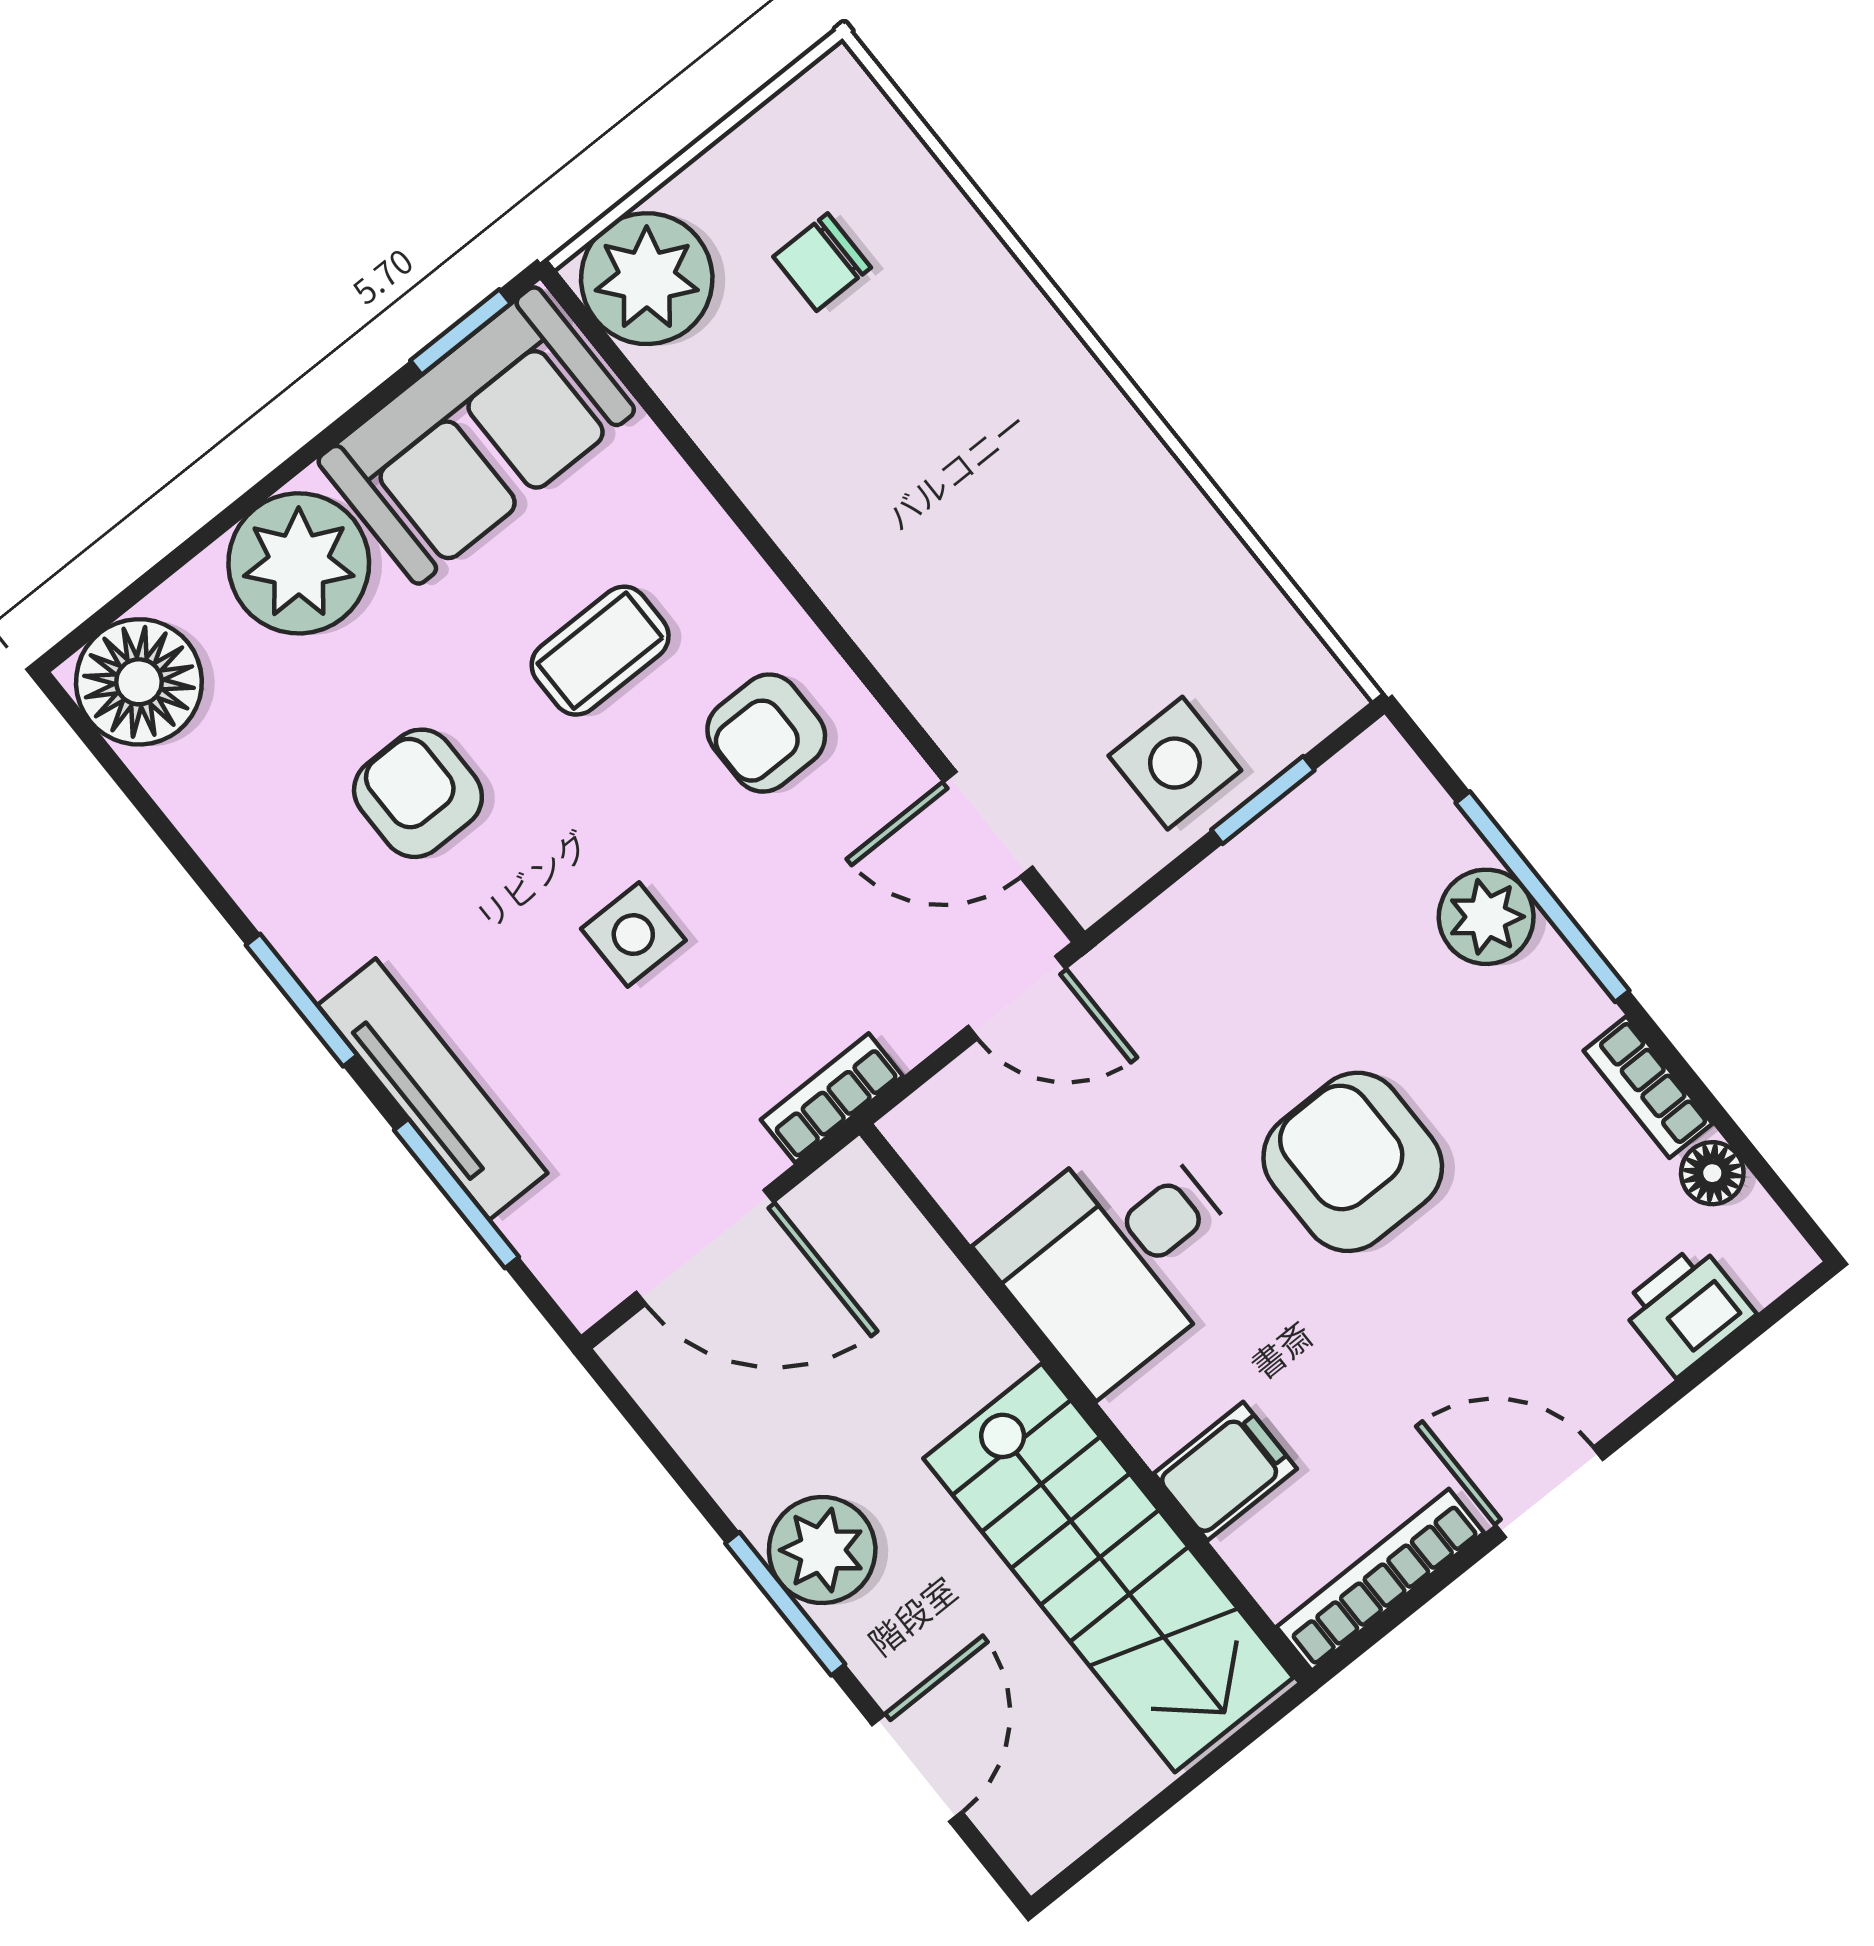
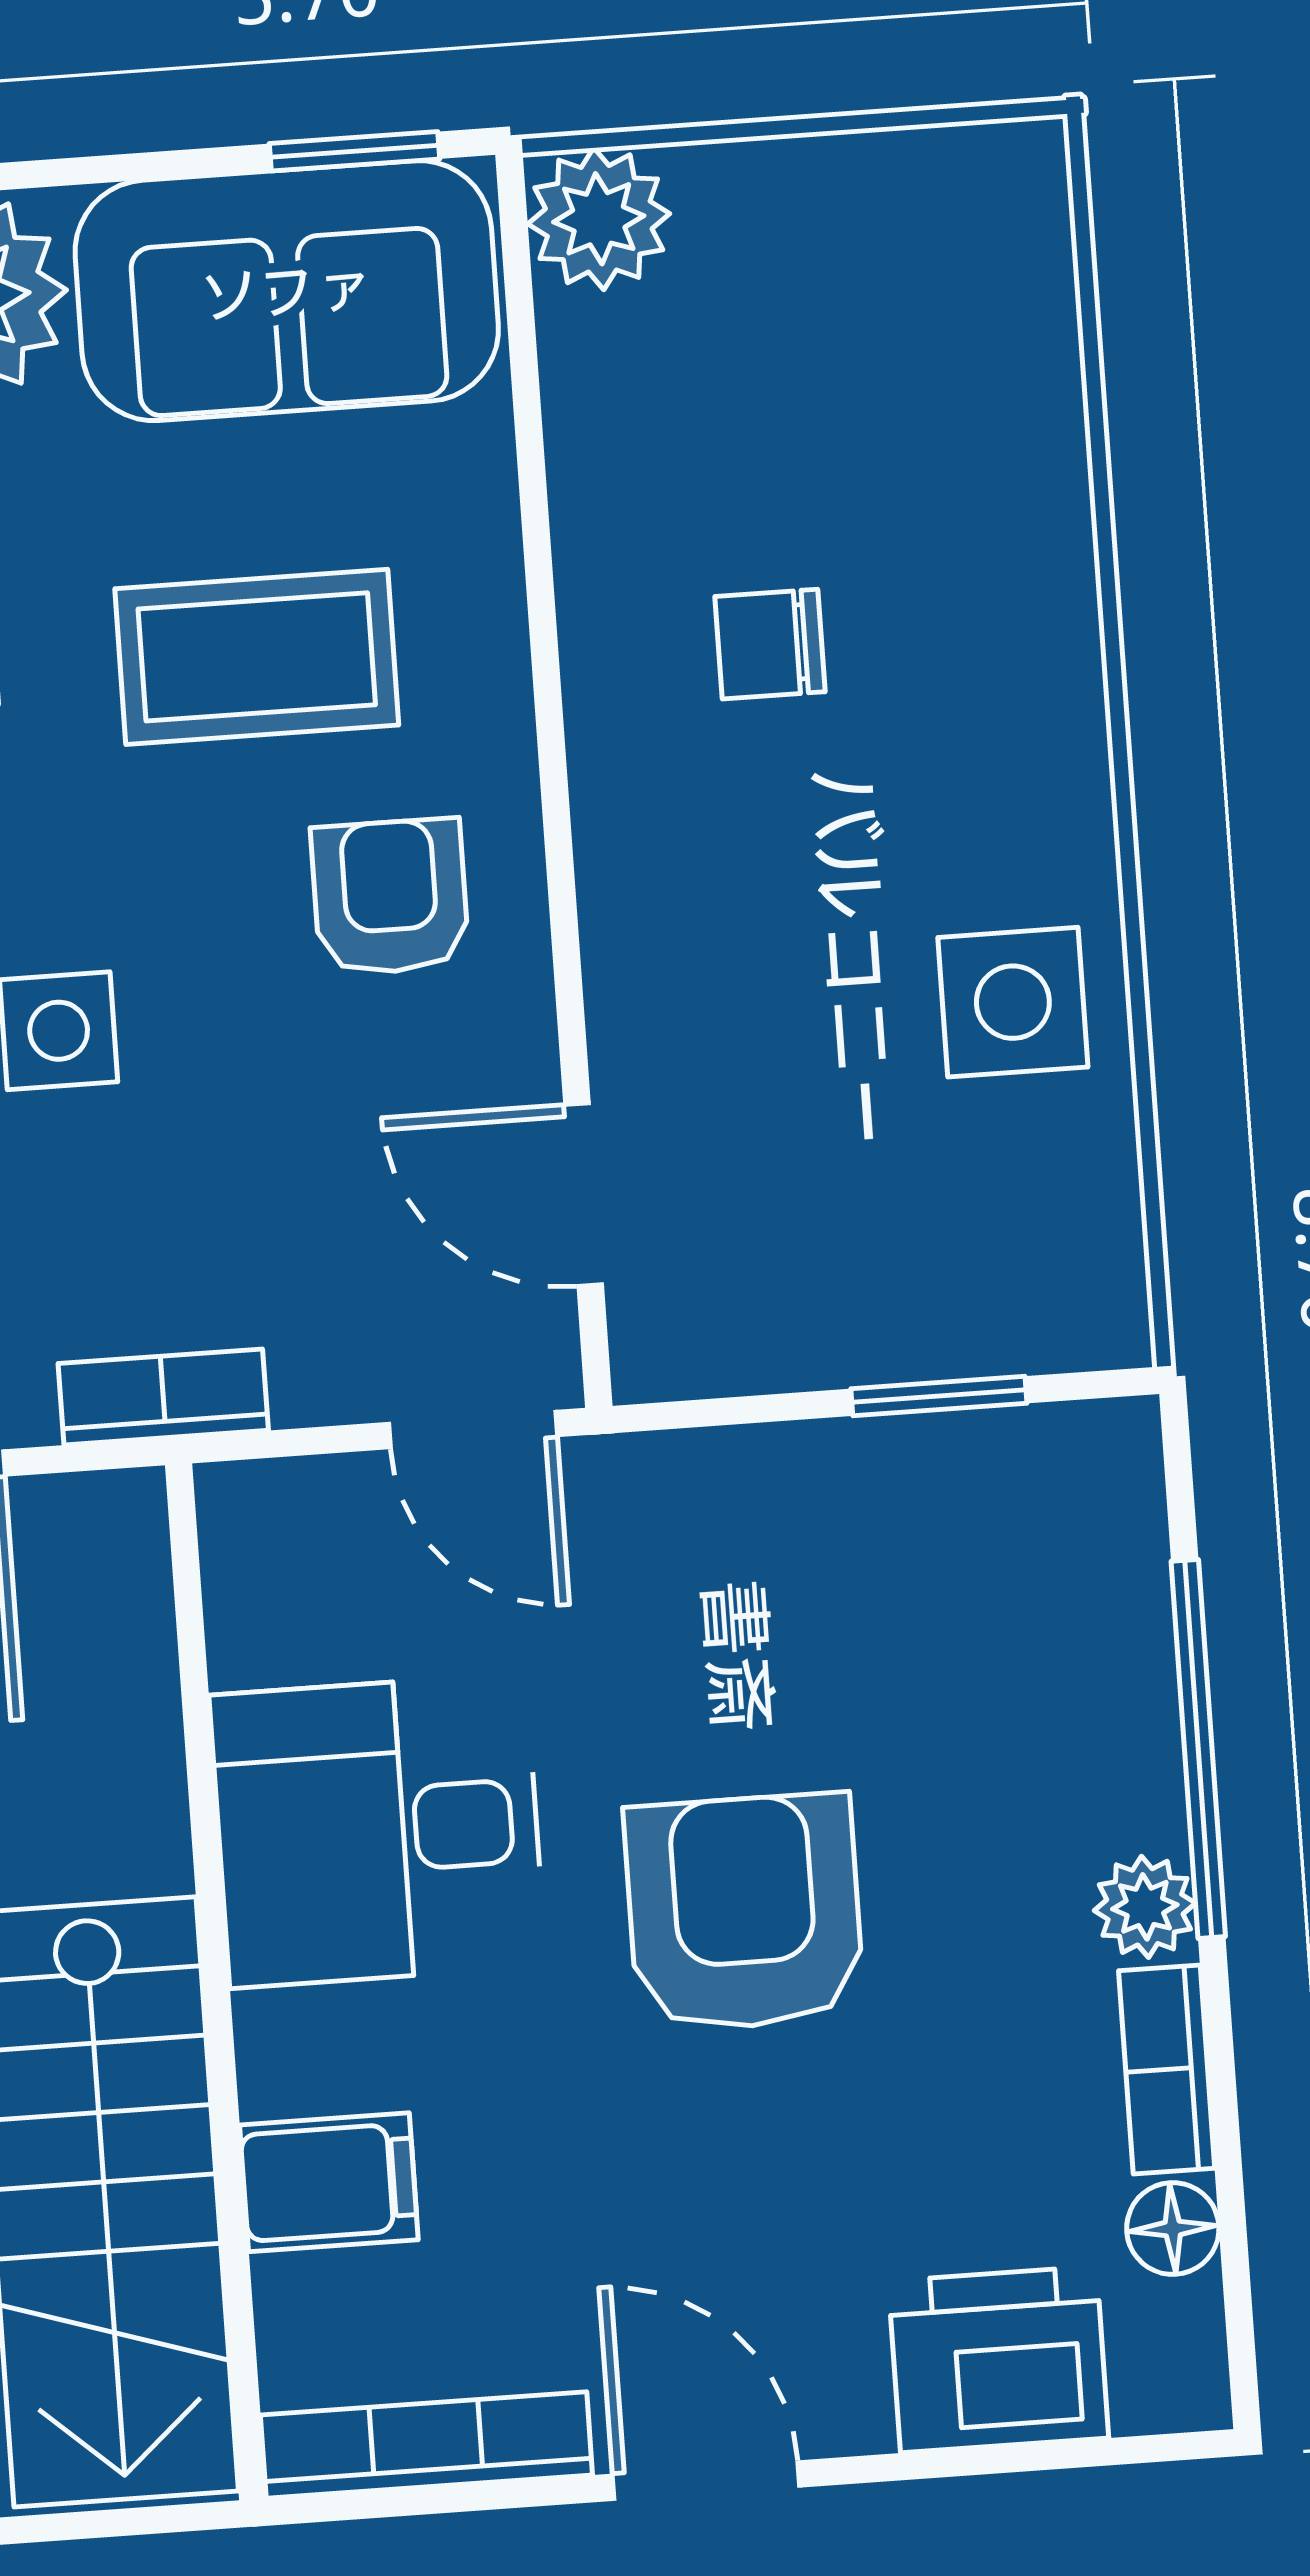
chair: (822, 262) -> (770, 644), moved
plant: (647, 279) -> (599, 219), width x0.73, depth x0.73
coffee table: (600, 651) -> (257, 657), width x1.36, depth x1.30
armchair: (766, 733) -> (390, 897), turned 90
side table: (1175, 763) -> (1013, 1002), moved
plant: (1486, 917) -> (1145, 1907), moved, width x0.73, depth x0.73
printer: (1687, 1310) -> (998, 2359), width x1.36, depth x1.24

